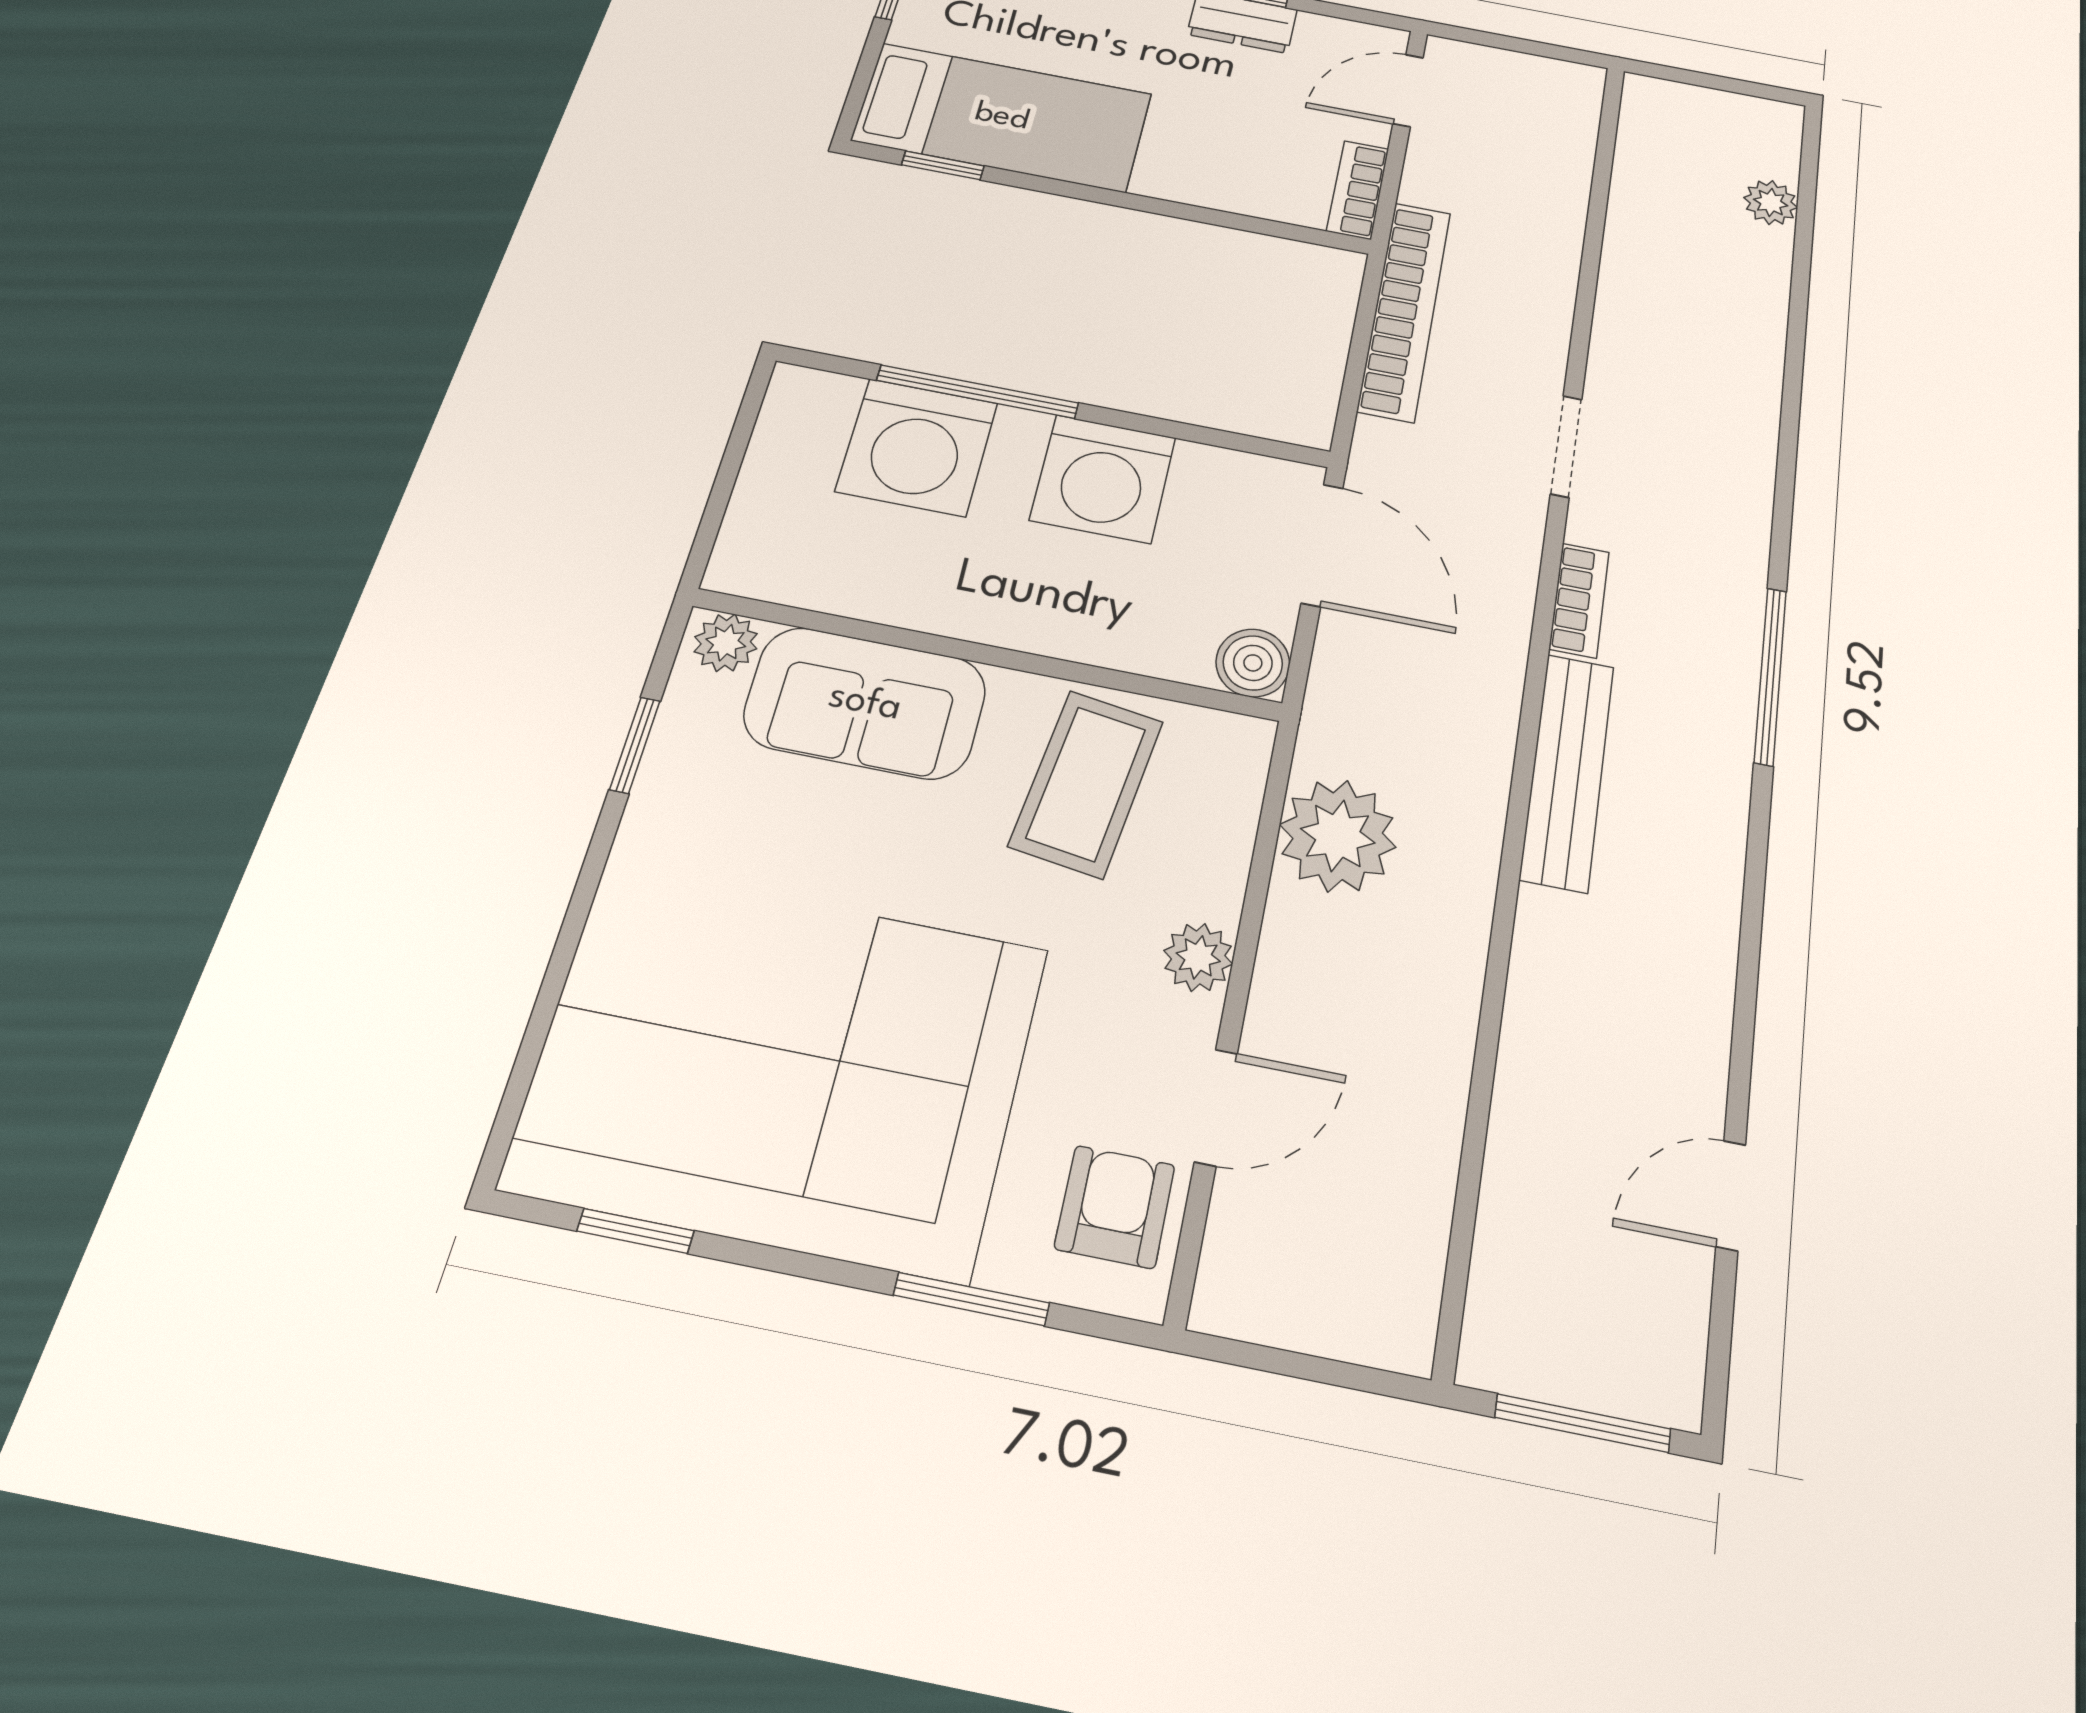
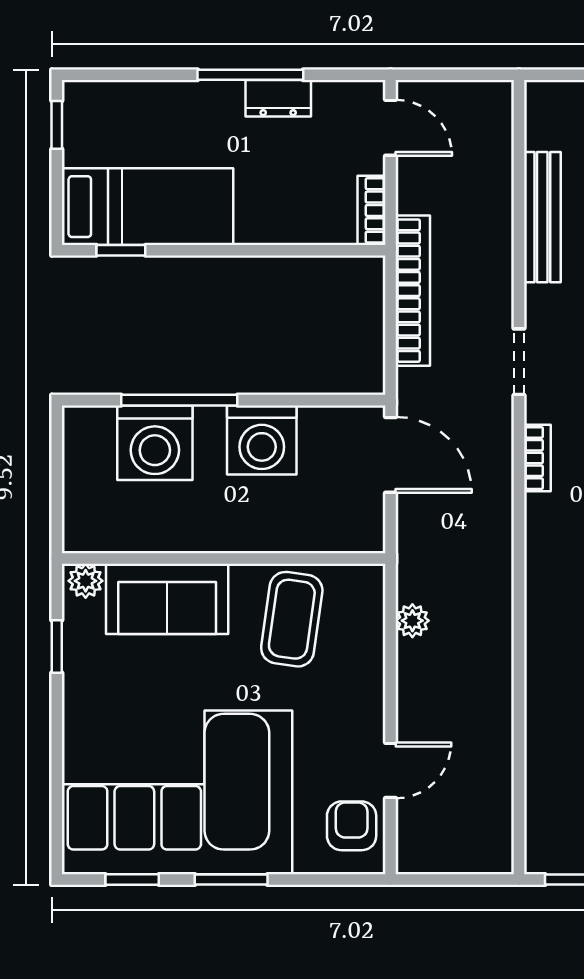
door: (1408, 91) -> (391, 128), swing flipped
boiler: (1253, 663) -> (365, 533), removed
bench: (1567, 771) -> (542, 217), moved
plant: (1338, 836) -> (412, 621), width x0.53, depth x0.53
plant: (1198, 957) -> (367, 699), removed
window: (971, 1299) -> (231, 879), moved

